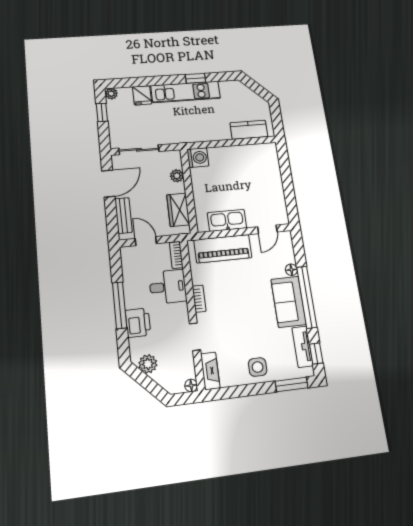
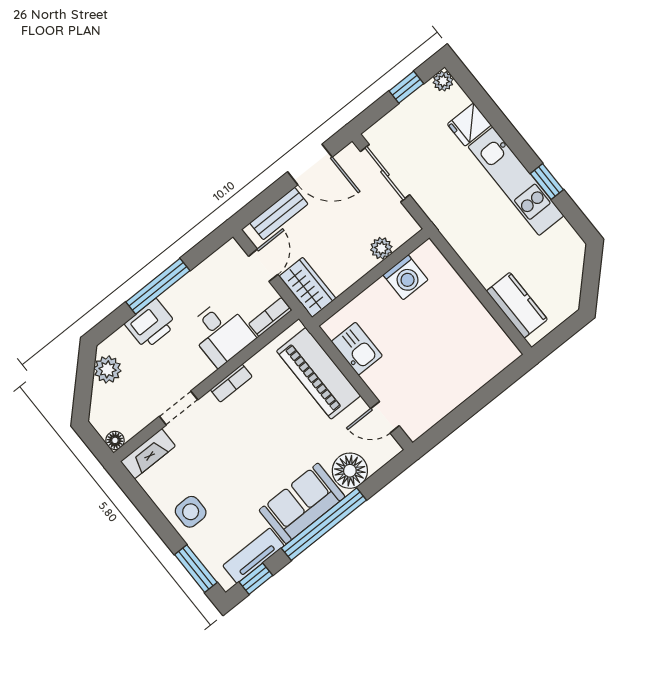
washing machine: (198, 158) -> (405, 277), moved
wardrobe: (178, 210) -> (307, 287), moved, turned 90
kitchen sink: (227, 220) -> (357, 349), width x0.73
floor lamp: (291, 270) -> (350, 471), width x1.89, depth x1.89

